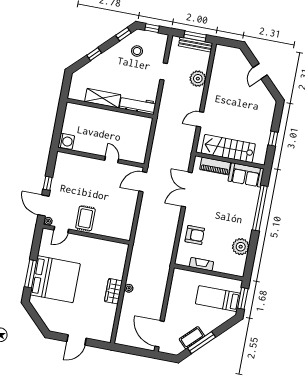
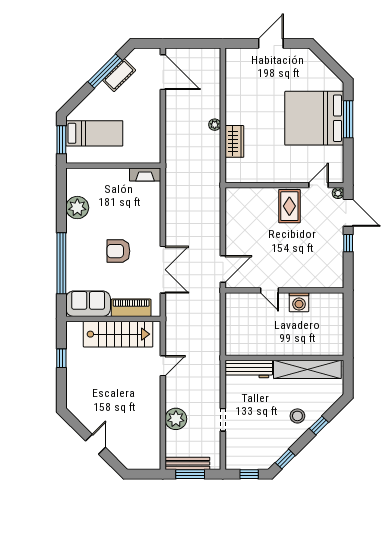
stool: (137, 51) -> (297, 416), moved
shelving: (103, 98) -> (307, 369), width x1.47
washing machine: (66, 141) -> (299, 302), moved, turned -90
armchair: (195, 235) -> (118, 251), moved
fireplace: (201, 264) -> (145, 175), moved
wardrobe: (113, 291) -> (234, 141), moved

